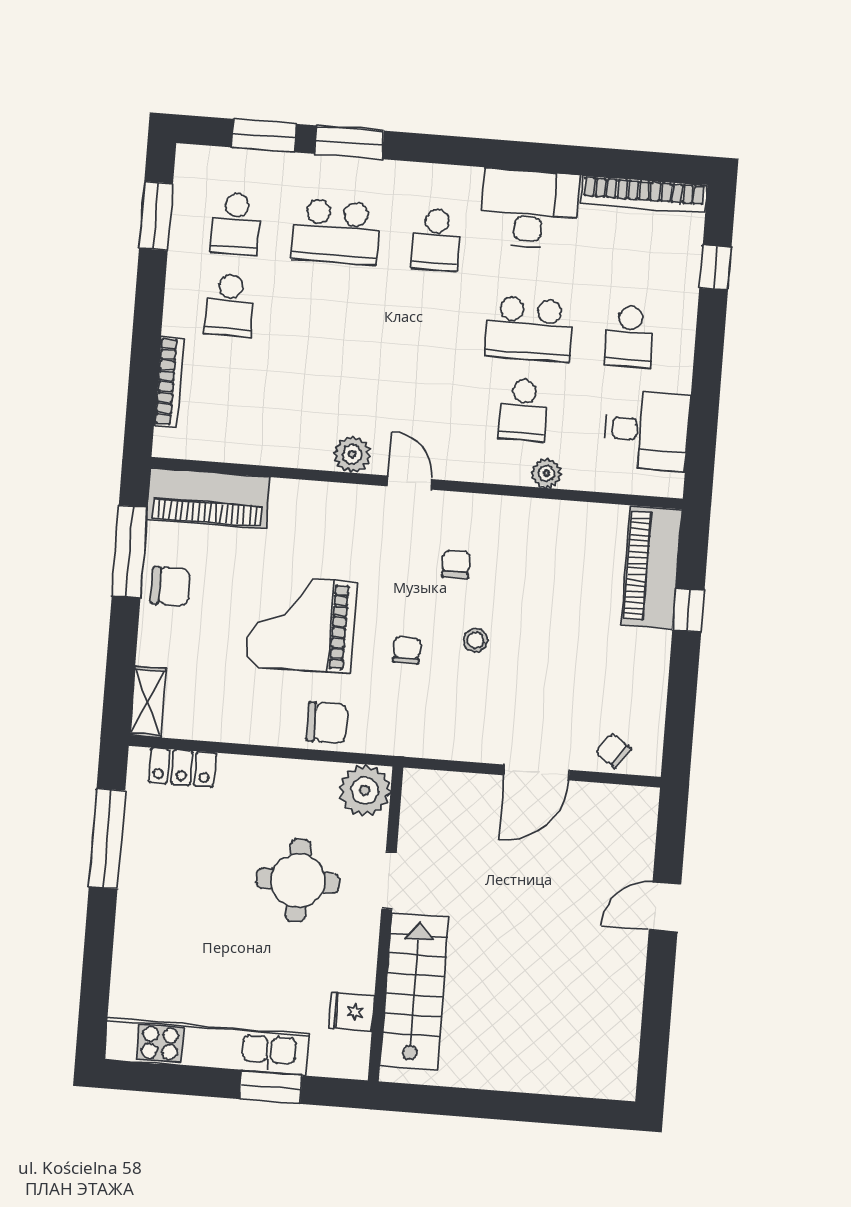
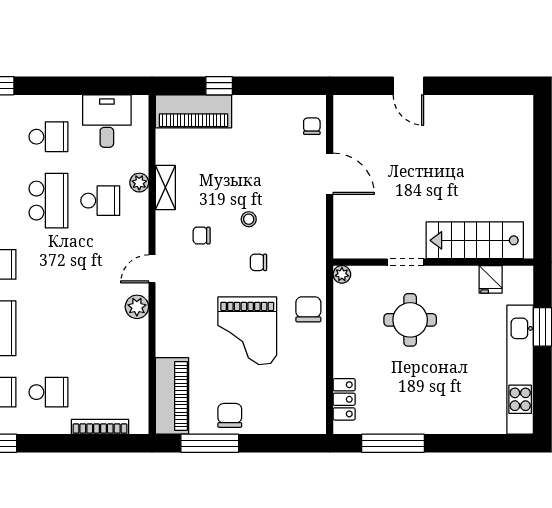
shelving: (148, 702) -> (165, 188), moved, turned 90
chair: (613, 750) -> (312, 126), turned 145
plant: (365, 790) -> (342, 274), width x0.53, depth x0.53

